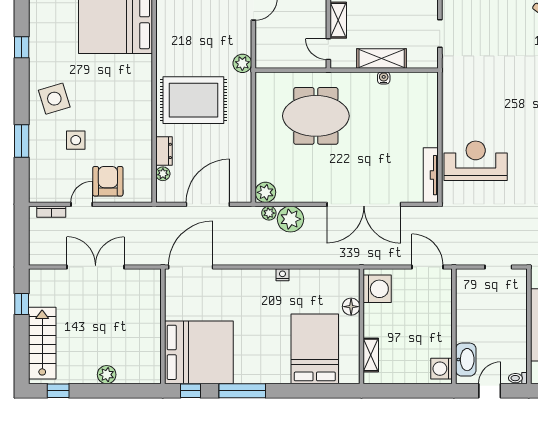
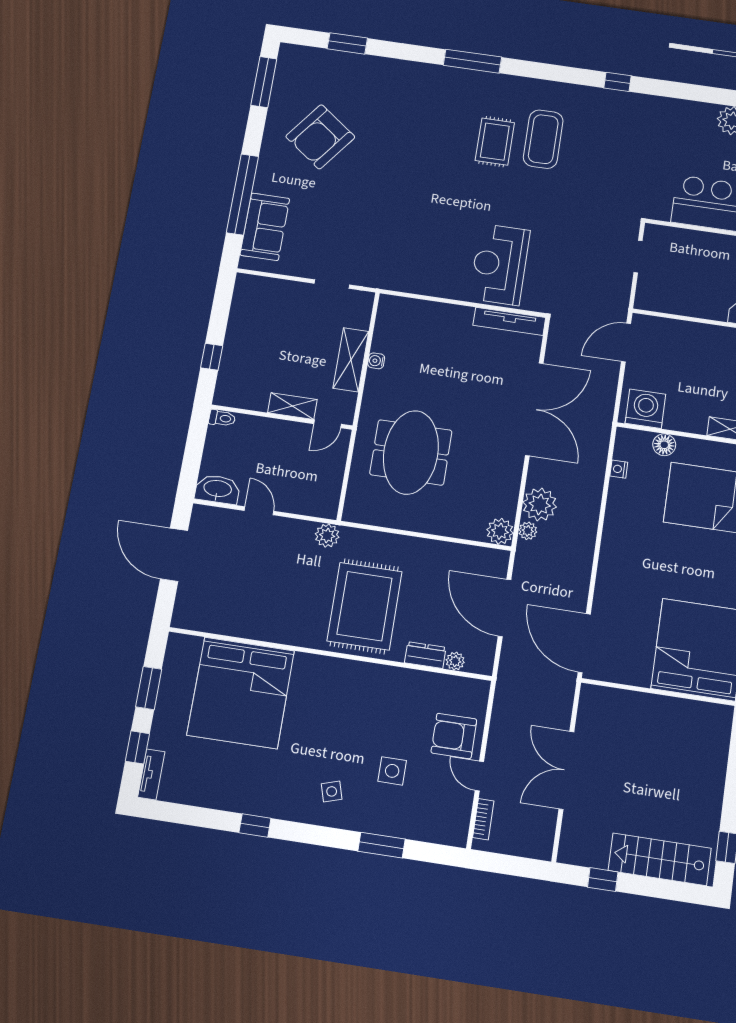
side table: (54, 99) -> (332, 791), width x0.54, depth x0.54
nightstand: (282, 275) -> (619, 469), moved
plant: (107, 375) -> (713, 777), removed

